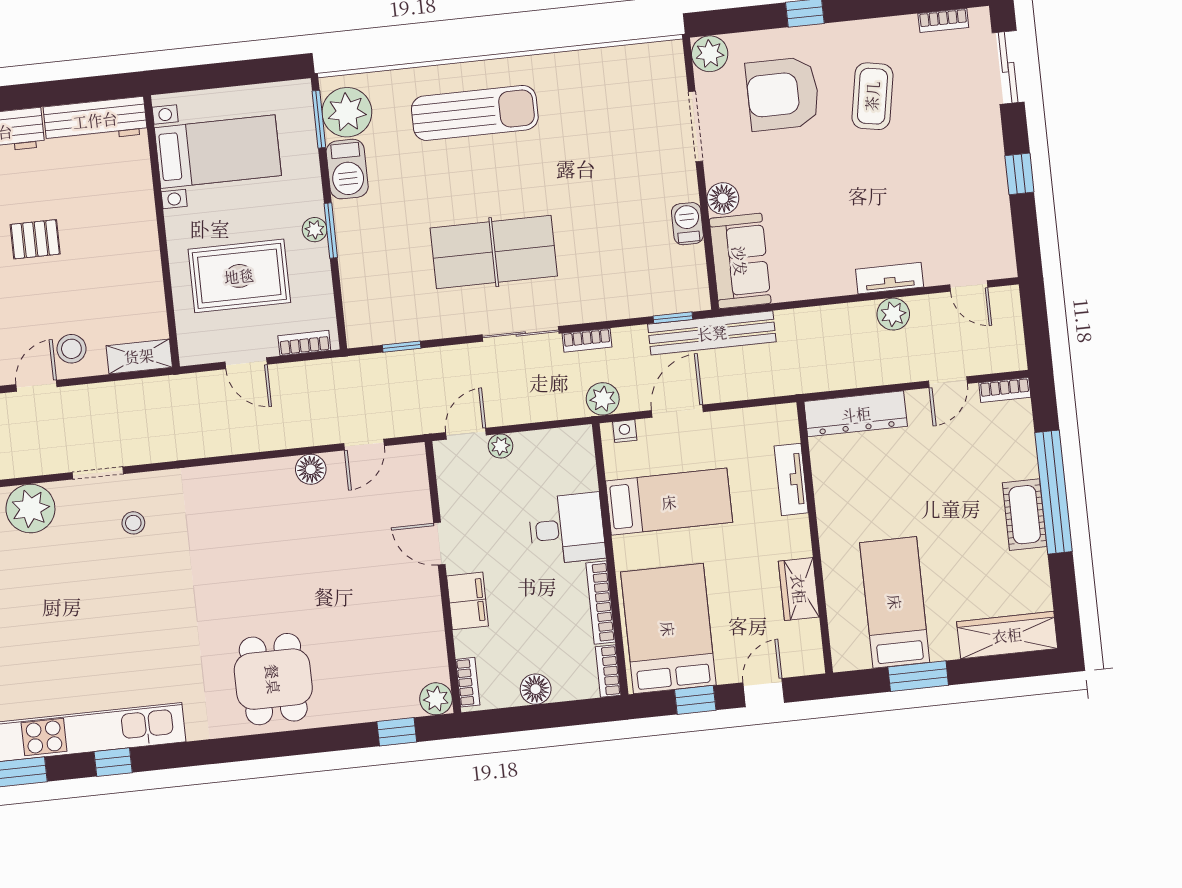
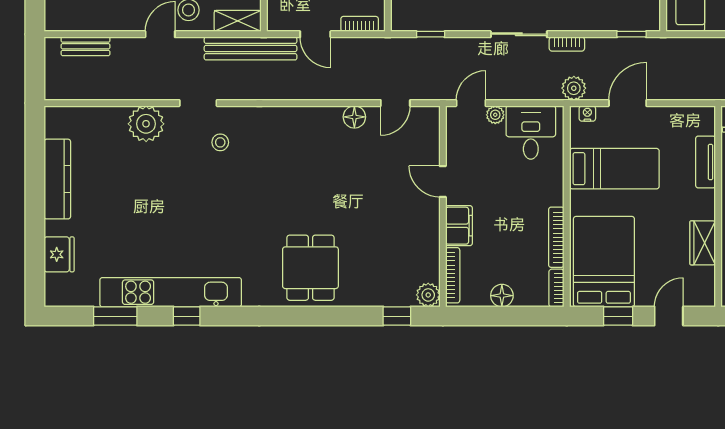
bench: (712, 333) -> (251, 48), moved
desk: (567, 529) -> (531, 132), moved, turned -90
bookcase: (468, 682) -> (453, 275), width x1.56

